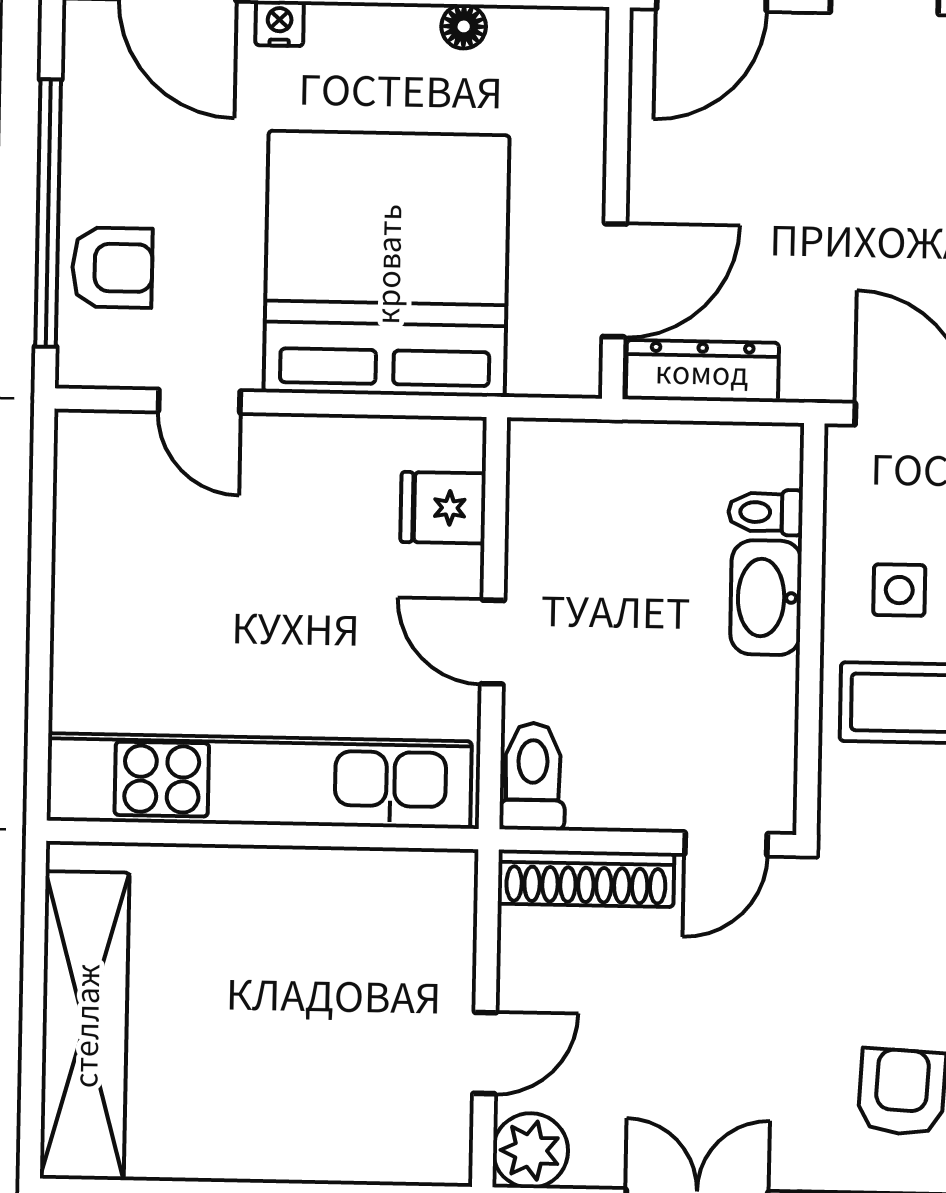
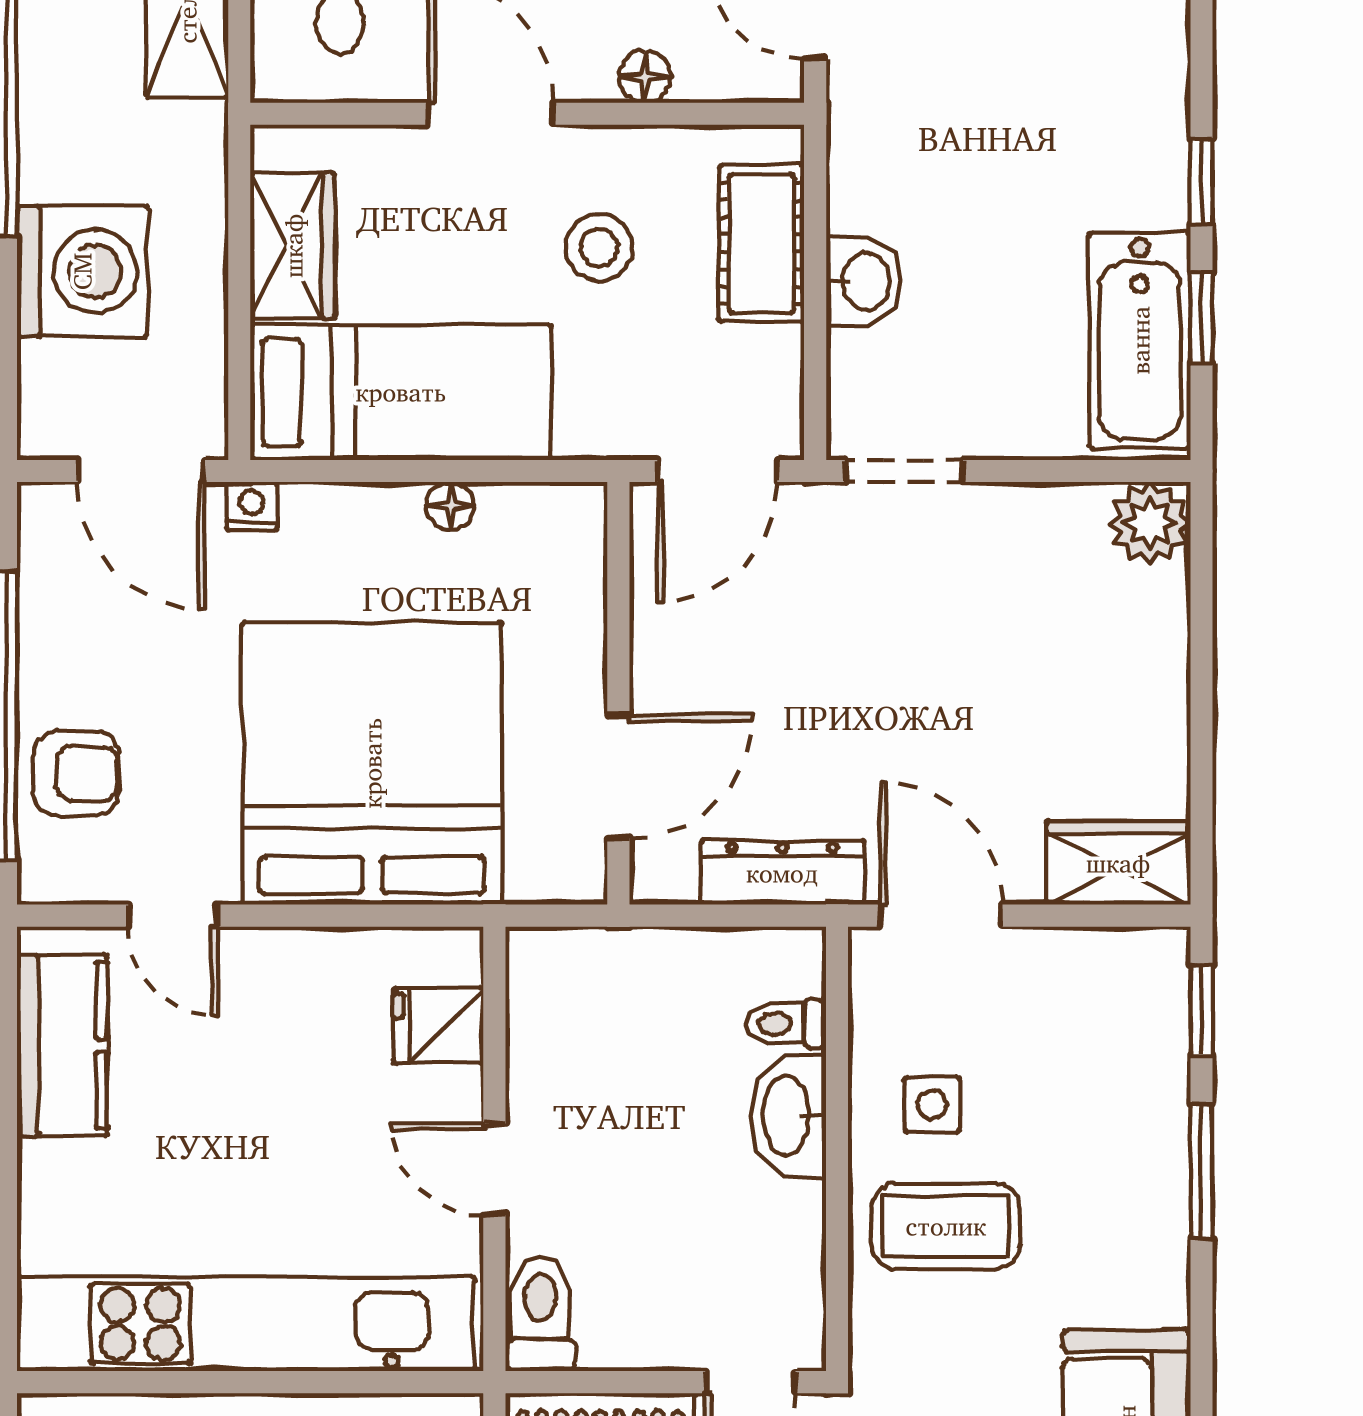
dresser: (702, 371) -> (782, 873), moved
kitchen counter: (94, 520) -> (62, 1045), added

